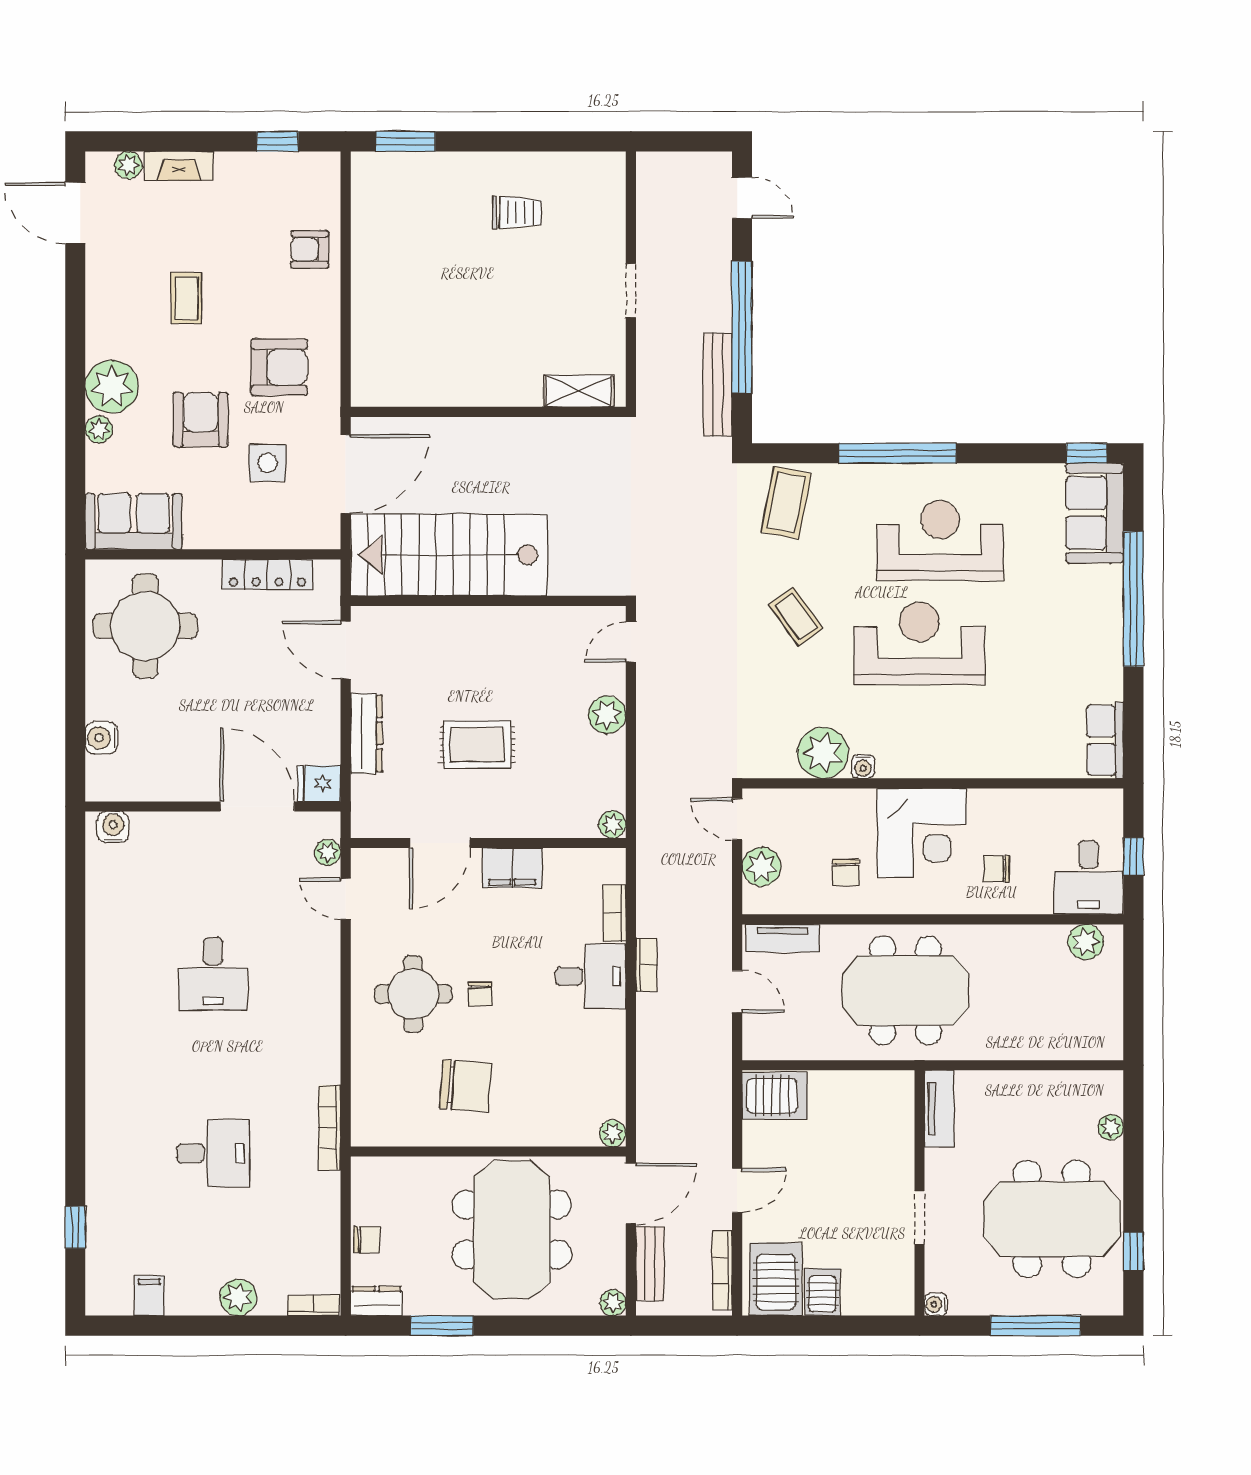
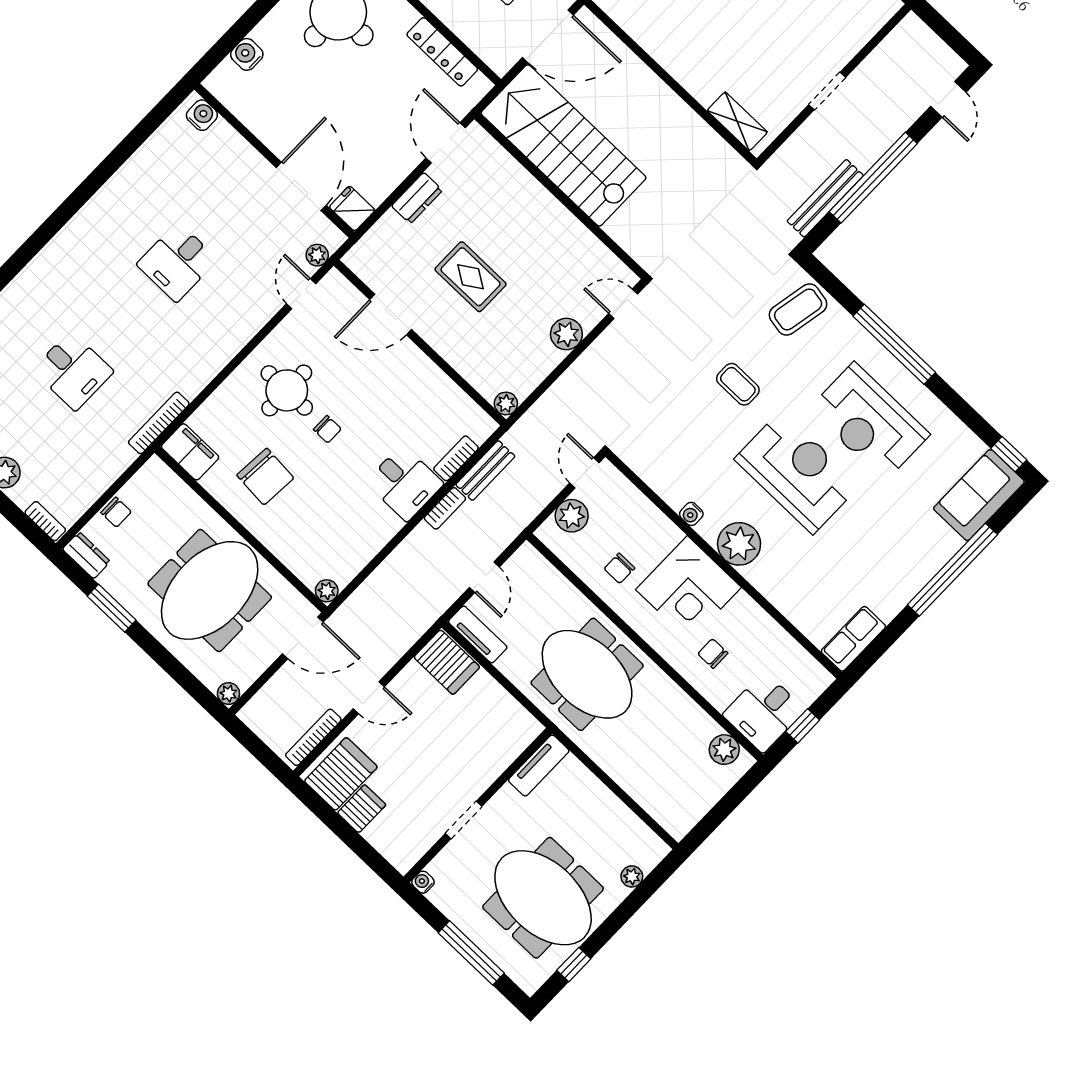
reception desk: (940, 540) -> (869, 422), turned 180
coffee table: (796, 617) -> (738, 384), turned -54
dresser: (366, 733) -> (417, 198), width x0.70
plant: (823, 753) -> (739, 544), moved
filing cabinet: (512, 868) -> (190, 452), moved, turned 180
tv unit: (783, 938) -> (478, 634), moved, turned 180
chair: (480, 994) -> (327, 429), turned -90
bench: (650, 1264) -> (485, 471), moved

